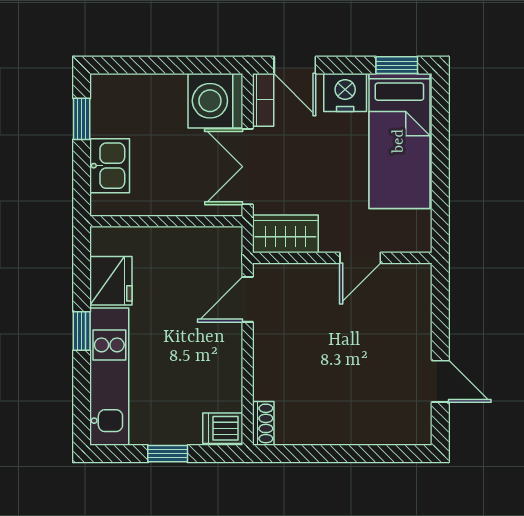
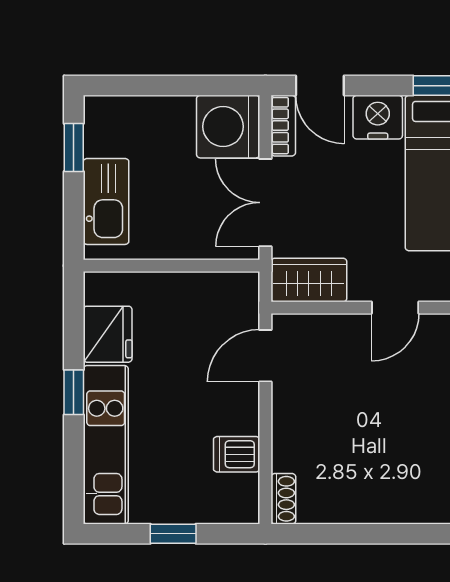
kitchen sink: (110, 166) -> (106, 201), width x1.38
dishwasher: (223, 428) -> (237, 454), moved

